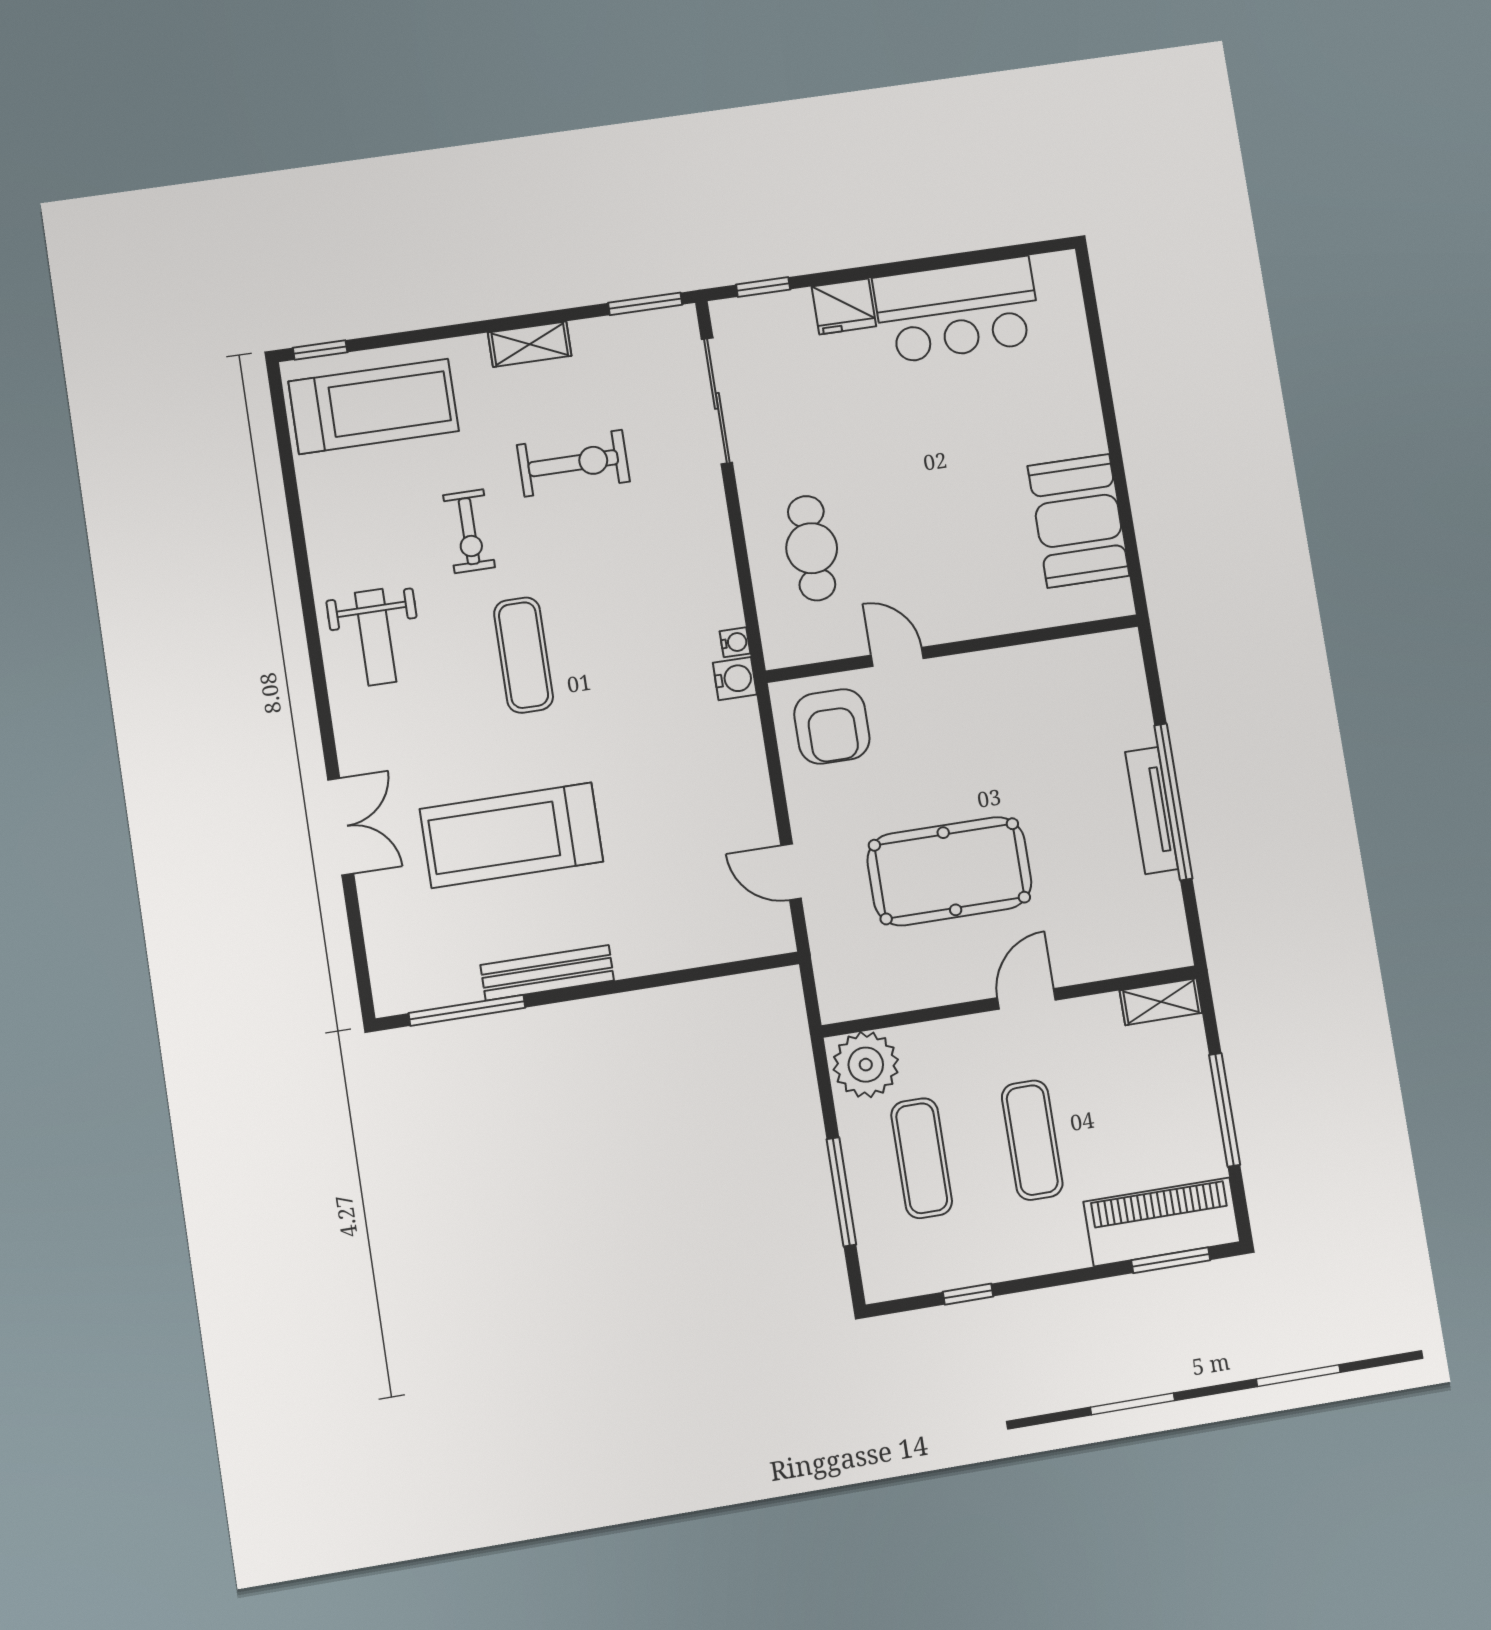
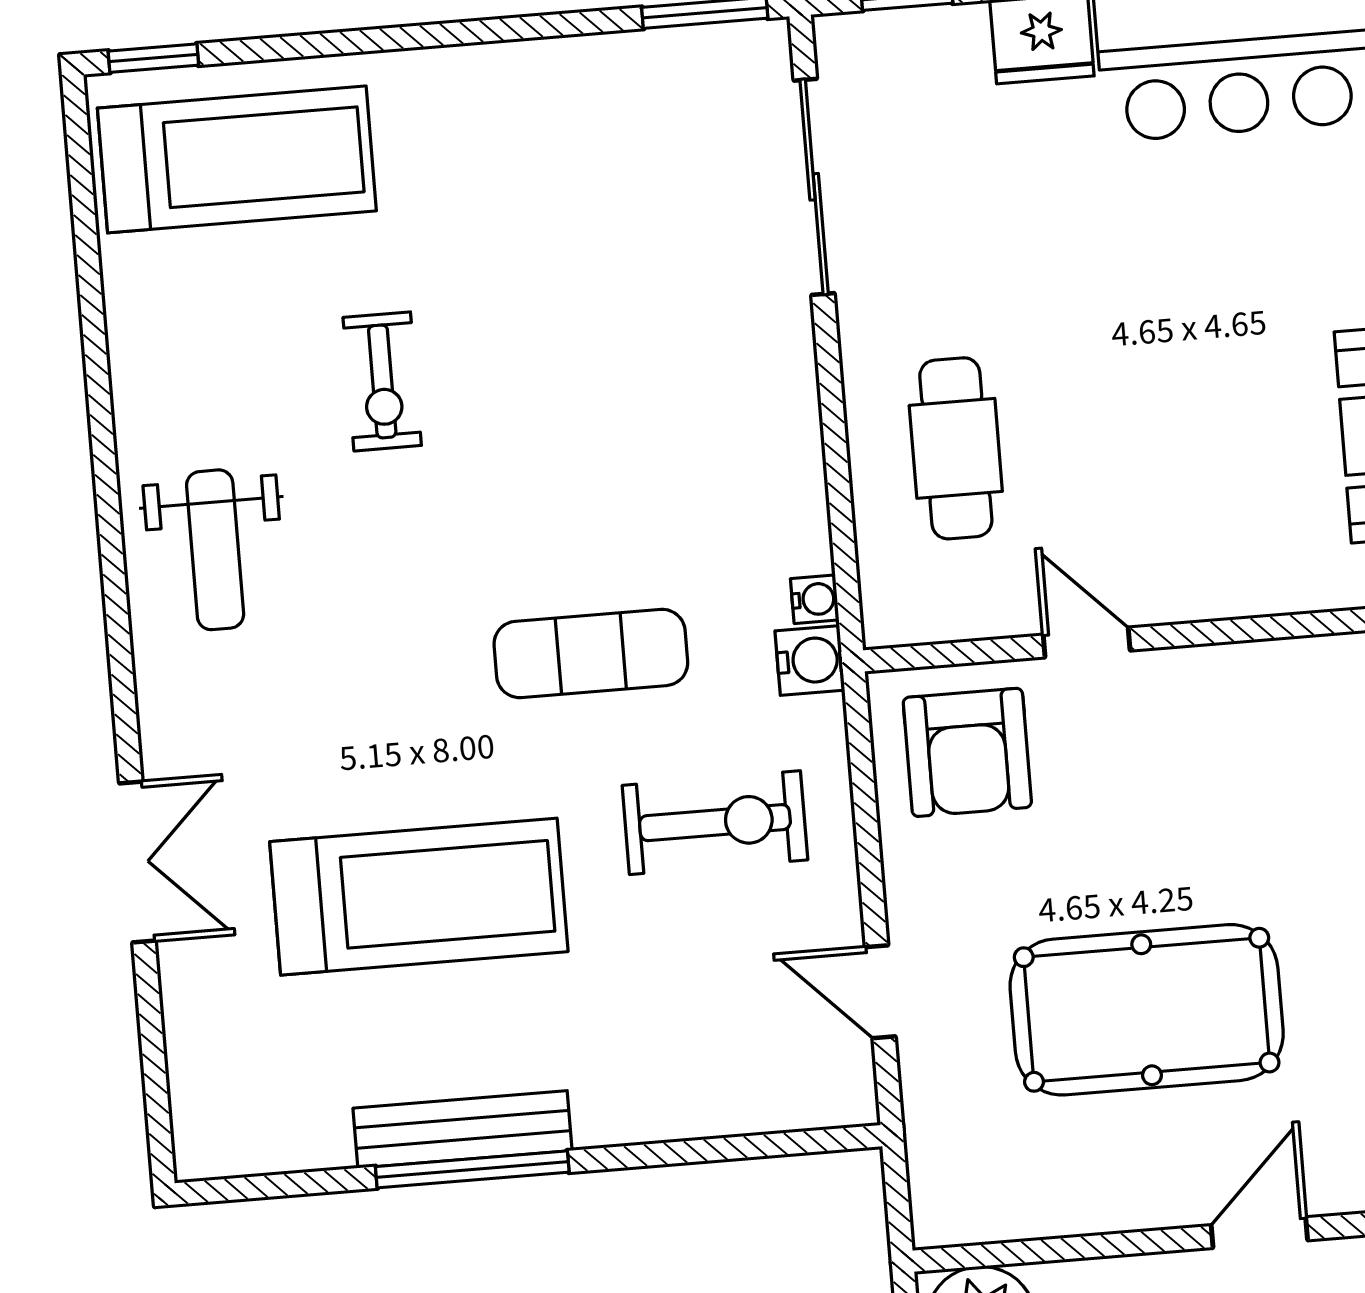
shelving: (530, 344) -> (505, 70), removed
exercise bike: (573, 463) -> (715, 823), moved
exercise mat: (524, 655) -> (591, 653), moved, turned 90
treadmill: (512, 835) -> (419, 897), turned 180
window: (467, 1010) -> (472, 1169), moved

